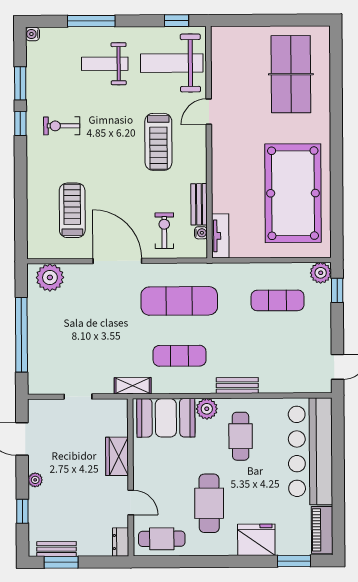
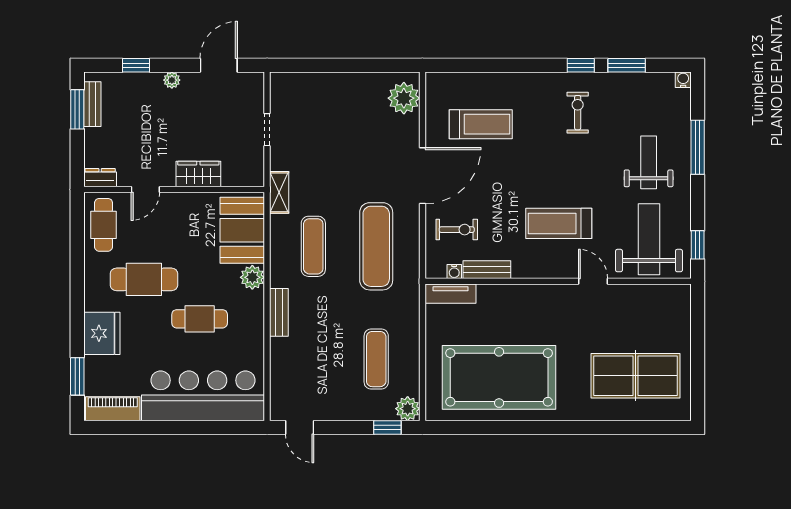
window: (21, 335) -> (338, 65), removed
cafe table: (241, 436) -> (200, 319), moved

